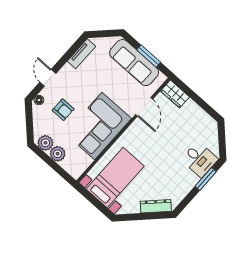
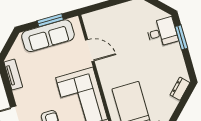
wardrobe: (175, 94) -> (95, 18), removed
dresser: (156, 206) -> (180, 89), width x0.70

